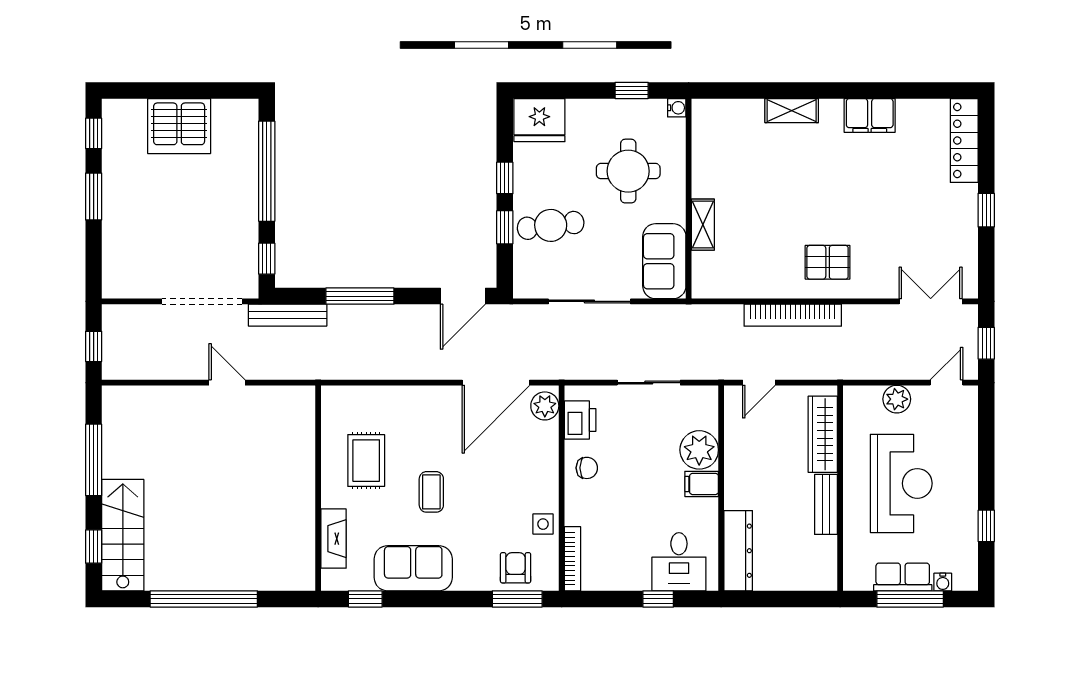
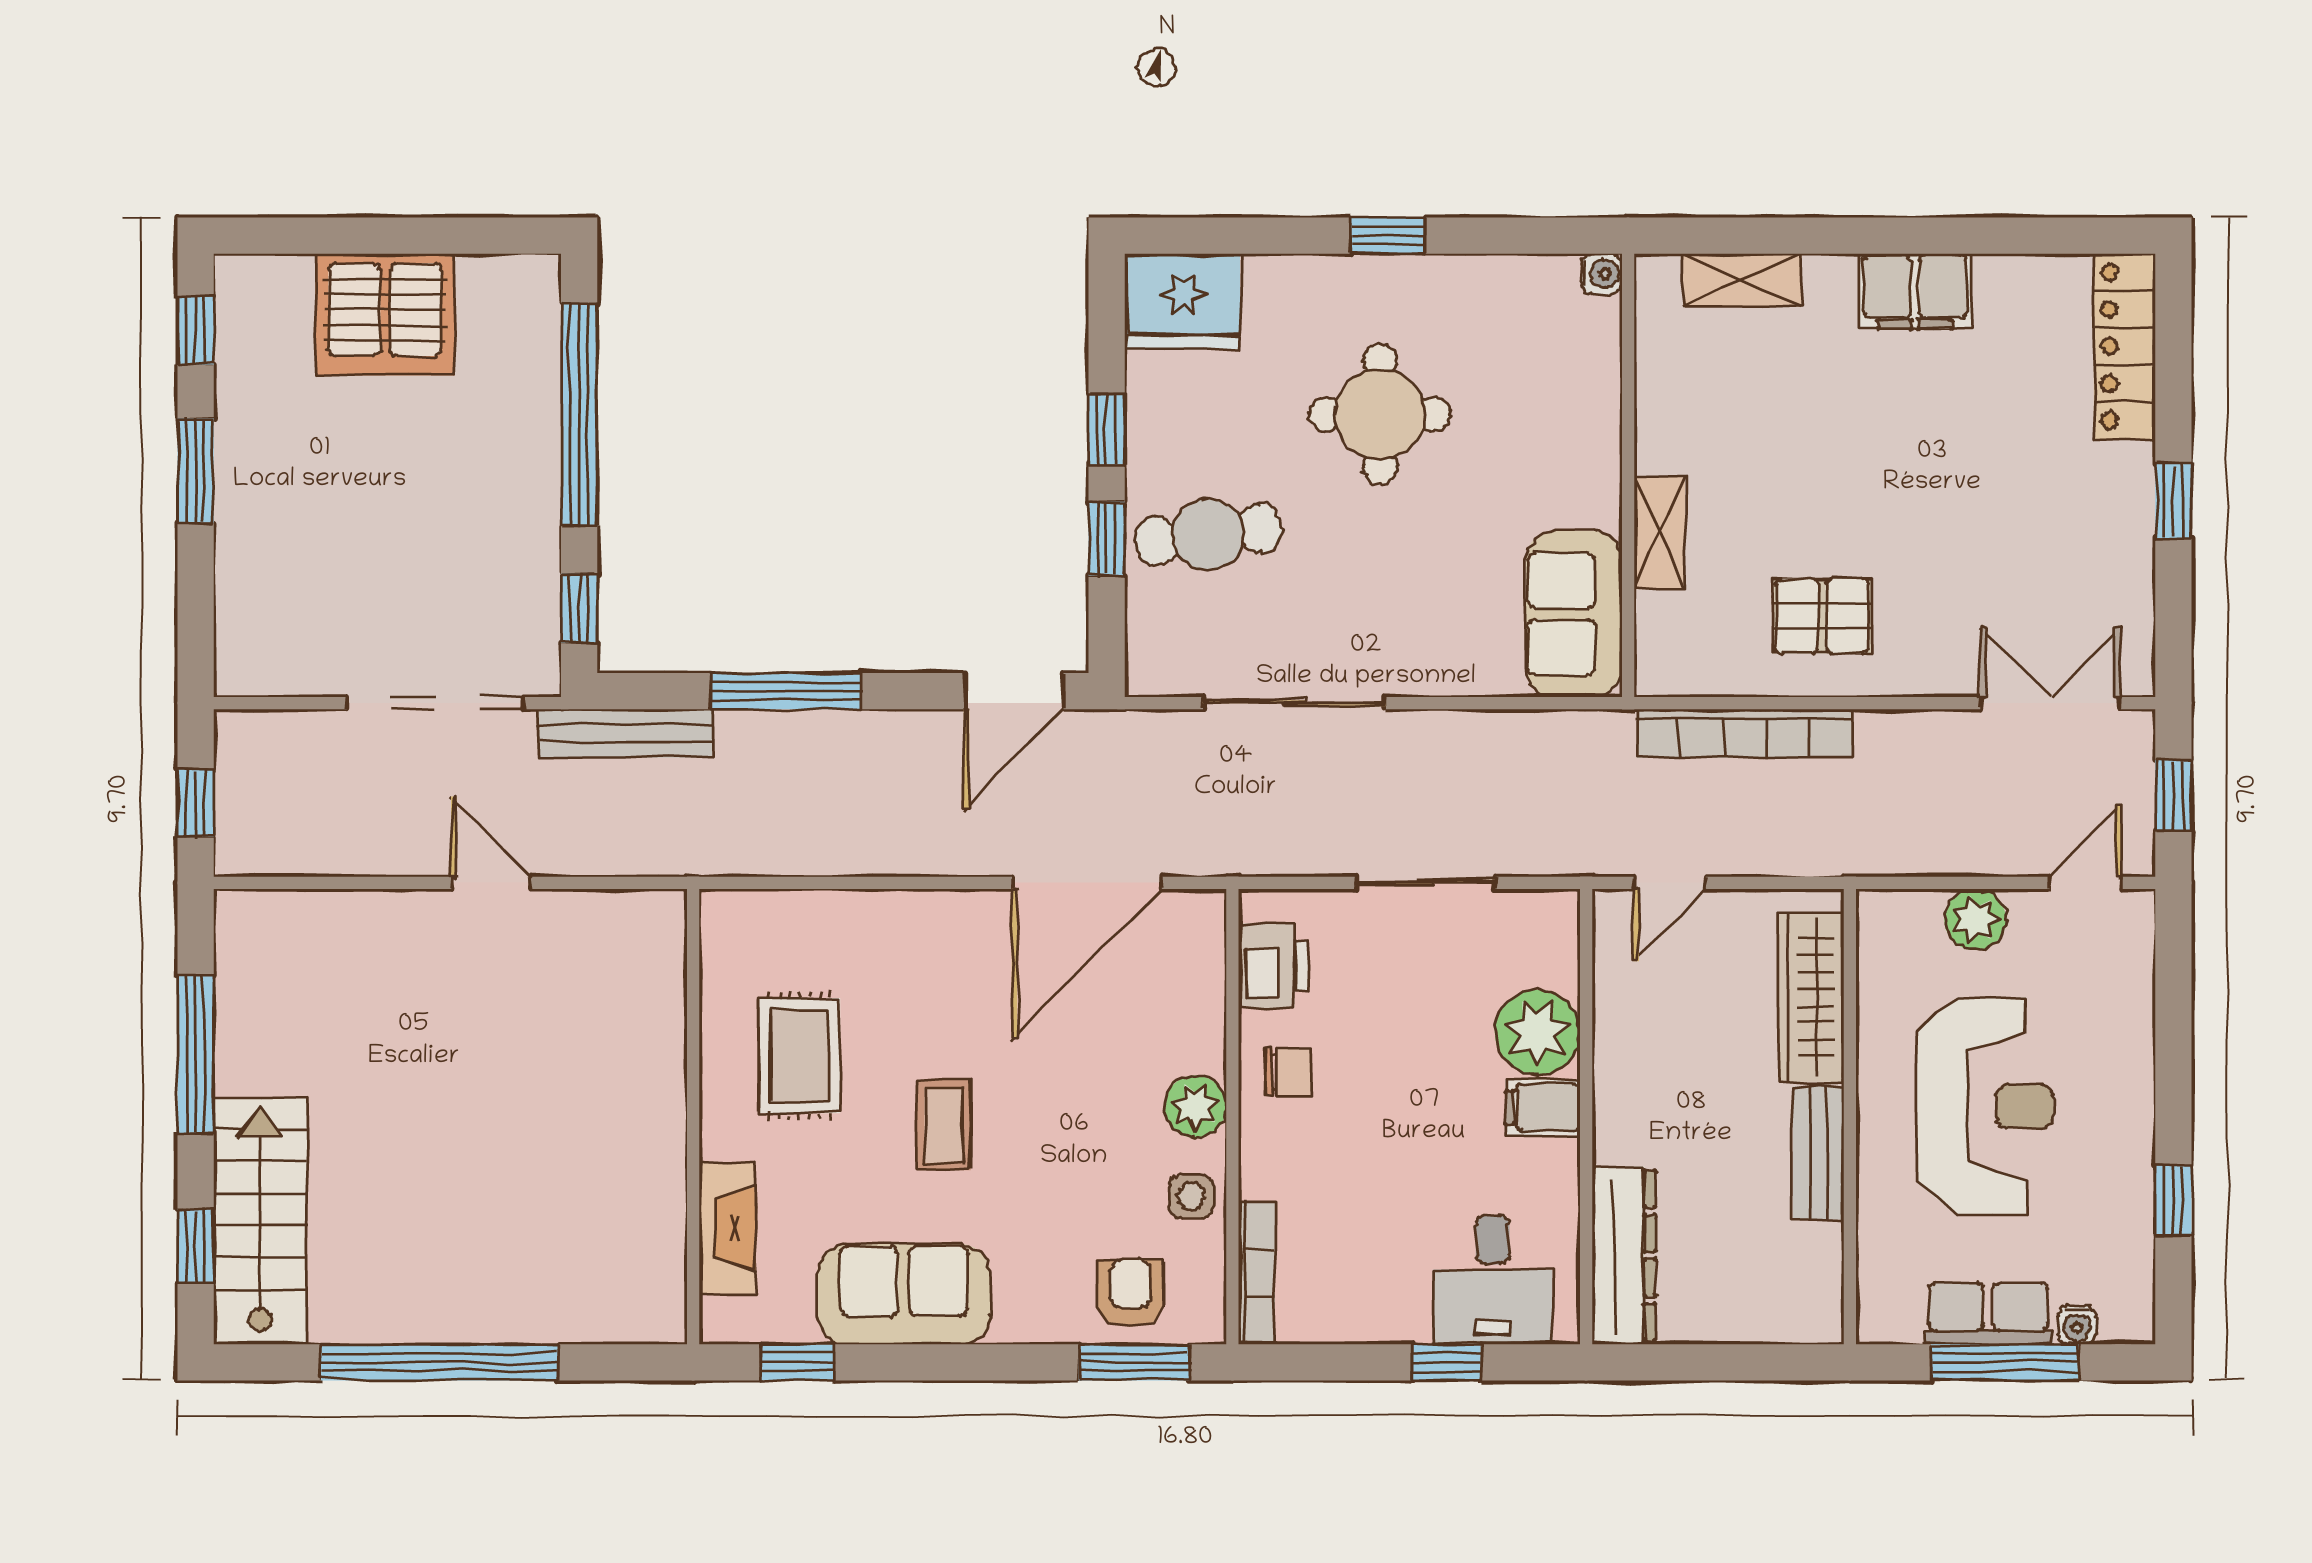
water cooler: (677, 108) -> (1602, 274), moved
wall: (689, 199) -> (1628, 475), moved
shelving: (703, 225) -> (1659, 533), moved
sofa: (664, 261) -> (1574, 614), moved
plant: (545, 406) -> (1195, 1107), moved

